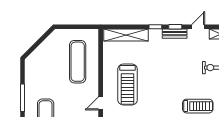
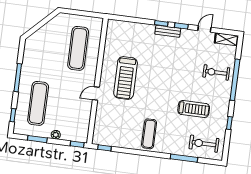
bench: (175, 34) -> (168, 31), moved
shelving: (126, 35) -> (130, 28), removed

